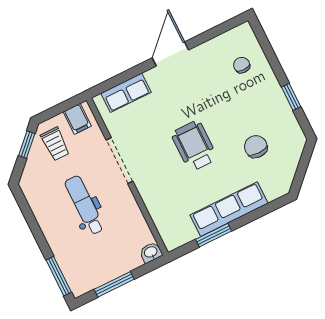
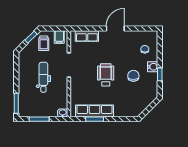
water cooler: (271, 90) -> (153, 67), added
chair: (256, 147) -> (133, 76), moved
row of seats: (229, 209) -> (95, 111), moved

